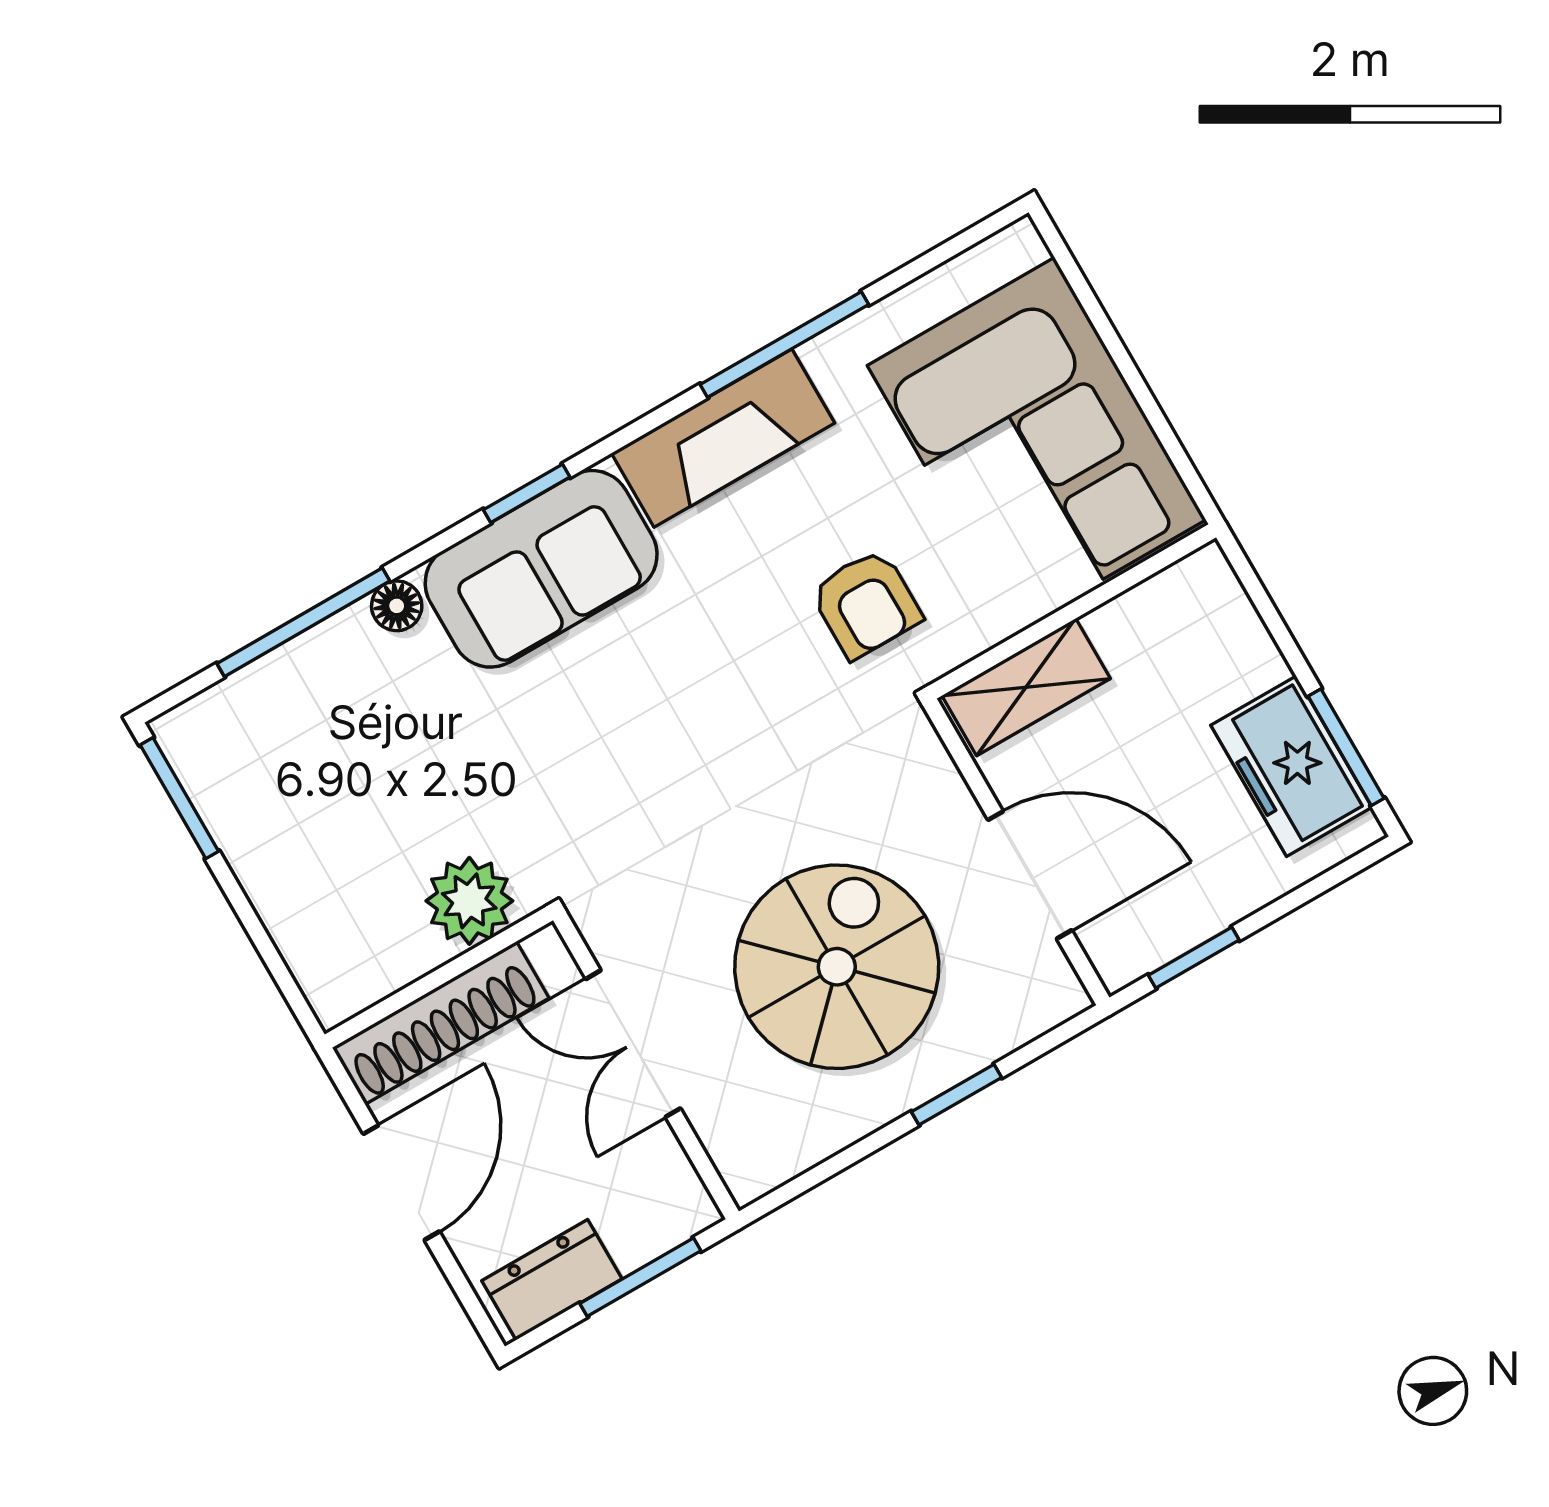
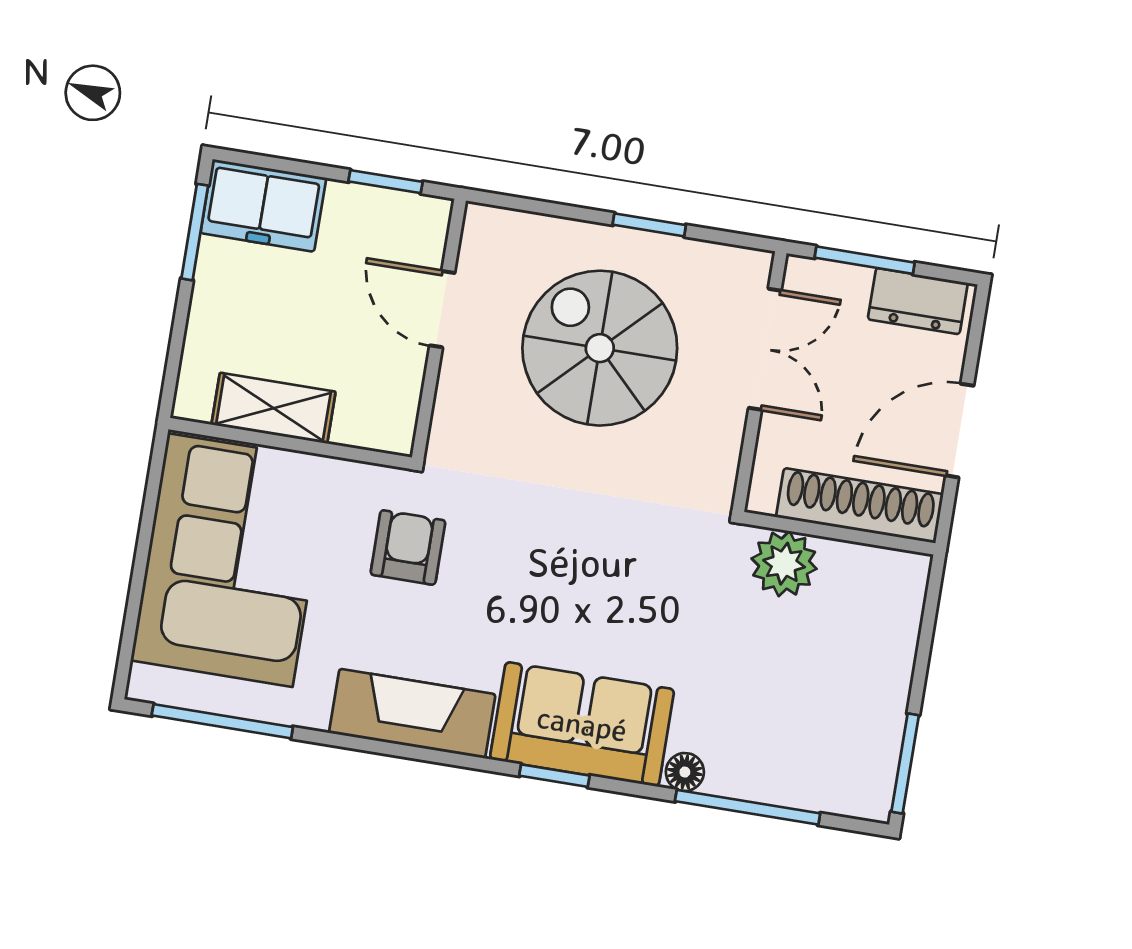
window: (784, 345) -> (222, 721), moved
shelving: (1026, 687) -> (273, 408), moved
freezer: (1291, 766) -> (263, 205), moved, turned 90
door: (1030, 875) -> (442, 309), width x0.73
spiral stairs: (837, 967) -> (600, 348), turned 90
double door: (633, 1044) -> (765, 349), moved
window: (956, 1095) -> (649, 225), moved

